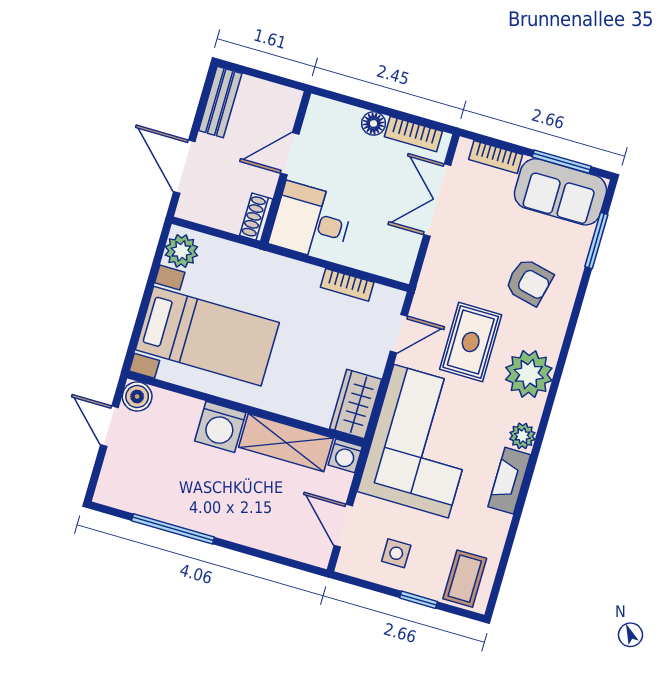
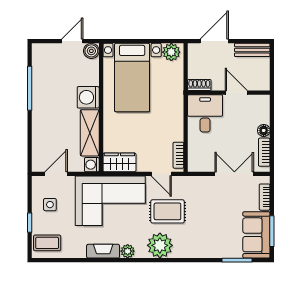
armchair: (529, 282) -> (206, 232), removed
bookcase: (347, 285) -> (178, 155), moved

